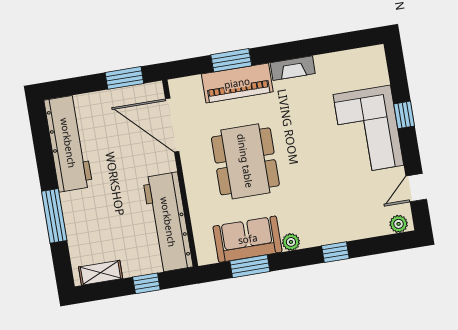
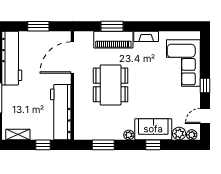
window: (124, 78) -> (38, 26), moved
window: (404, 115) -> (205, 85), moved
door: (172, 125) -> (72, 57), hinge flipped
corner sofa: (368, 130) -> (183, 63), moved
plant: (377, 225) -> (179, 134), added
sofa: (248, 239) -> (153, 129), moved

